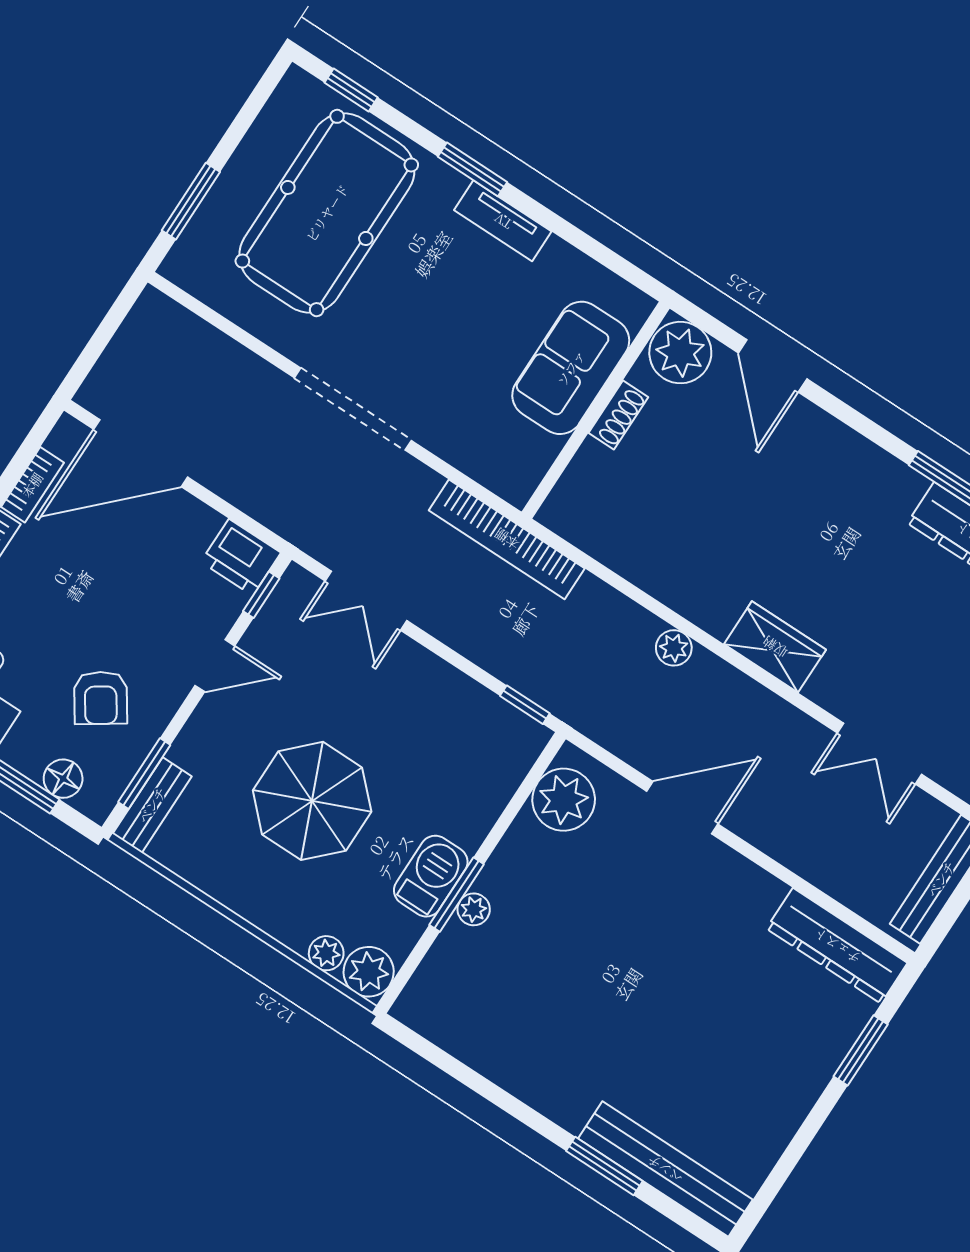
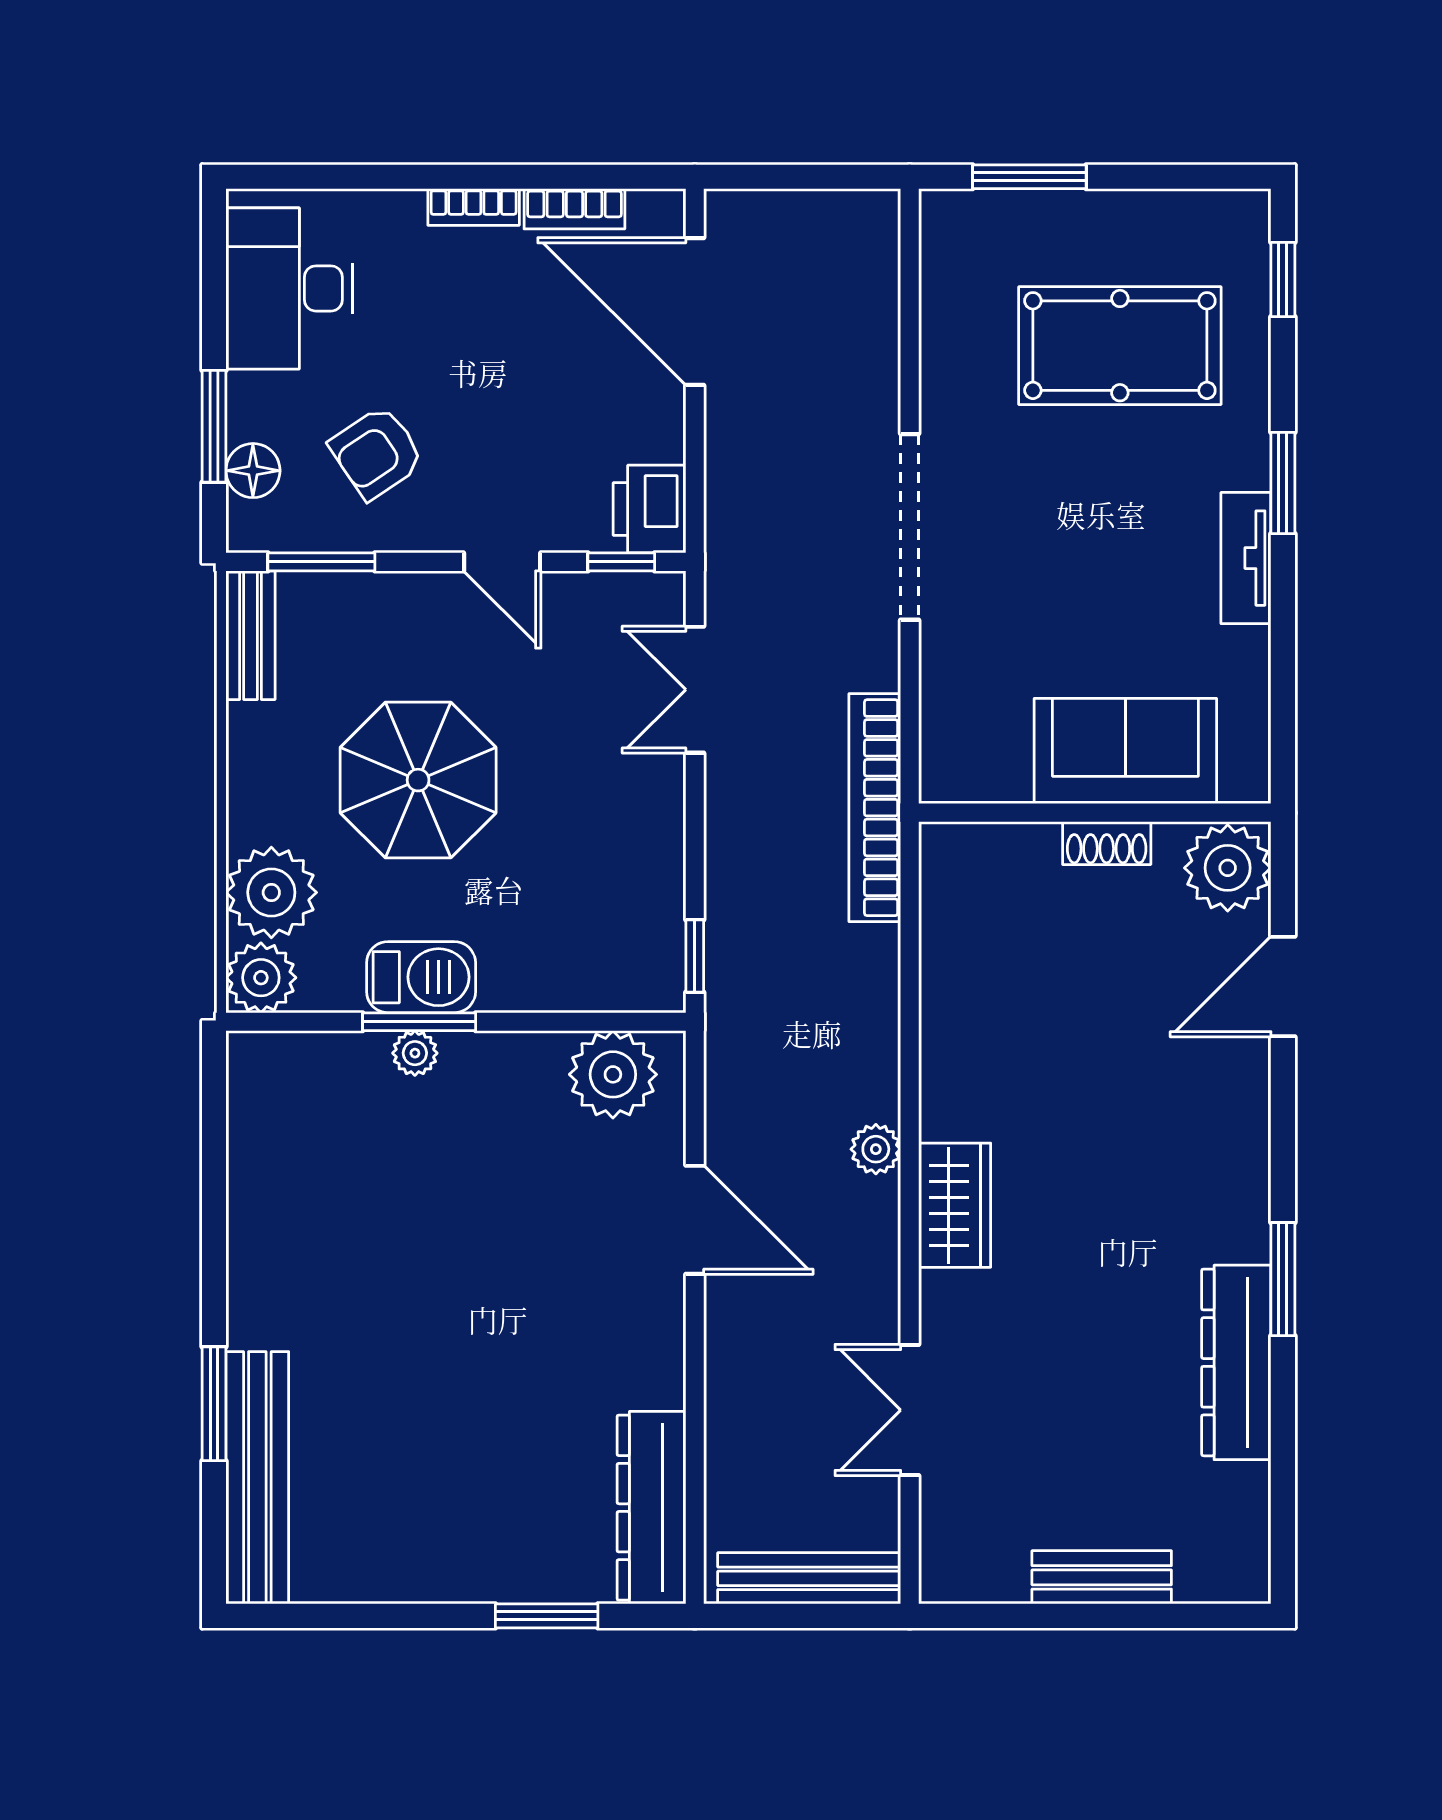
pool table: (327, 213) -> (1120, 346), width x0.73, depth x0.76
plant: (674, 648) -> (876, 1149), moved
bench: (152, 805) -> (251, 635), moved, turned 90
plant: (326, 953) -> (271, 892), width x1.88, depth x1.88

